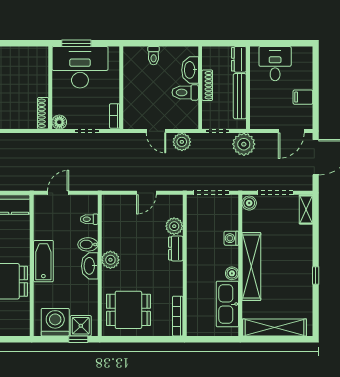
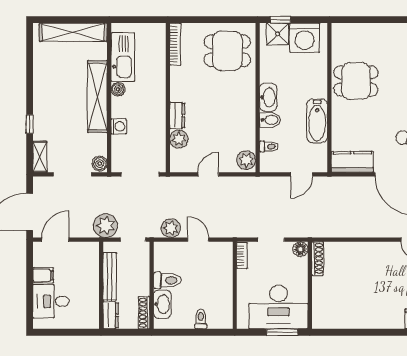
desk: (275, 64) -> (51, 301), moved, turned 90
shoe rack: (207, 85) -> (144, 313), moved
plant: (110, 260) -> (246, 160), moved
bathtub: (43, 261) -> (317, 121), moved
window: (316, 275) -> (30, 124), moved

